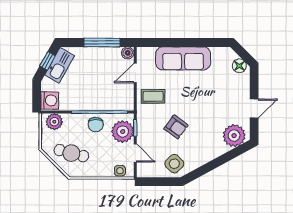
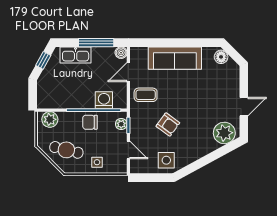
kitchen sink: (60, 65) -> (76, 55), moved, turned 61
floor lamp: (239, 66) -> (221, 57), moved
washing machine: (50, 100) -> (104, 100), moved, turned -90
chair: (96, 125) -> (90, 122), turned 91
plant: (123, 132) -> (121, 124), width x0.53, depth x0.53
side table: (174, 164) -> (166, 160), turned 45
side table: (120, 171) -> (97, 162), moved

